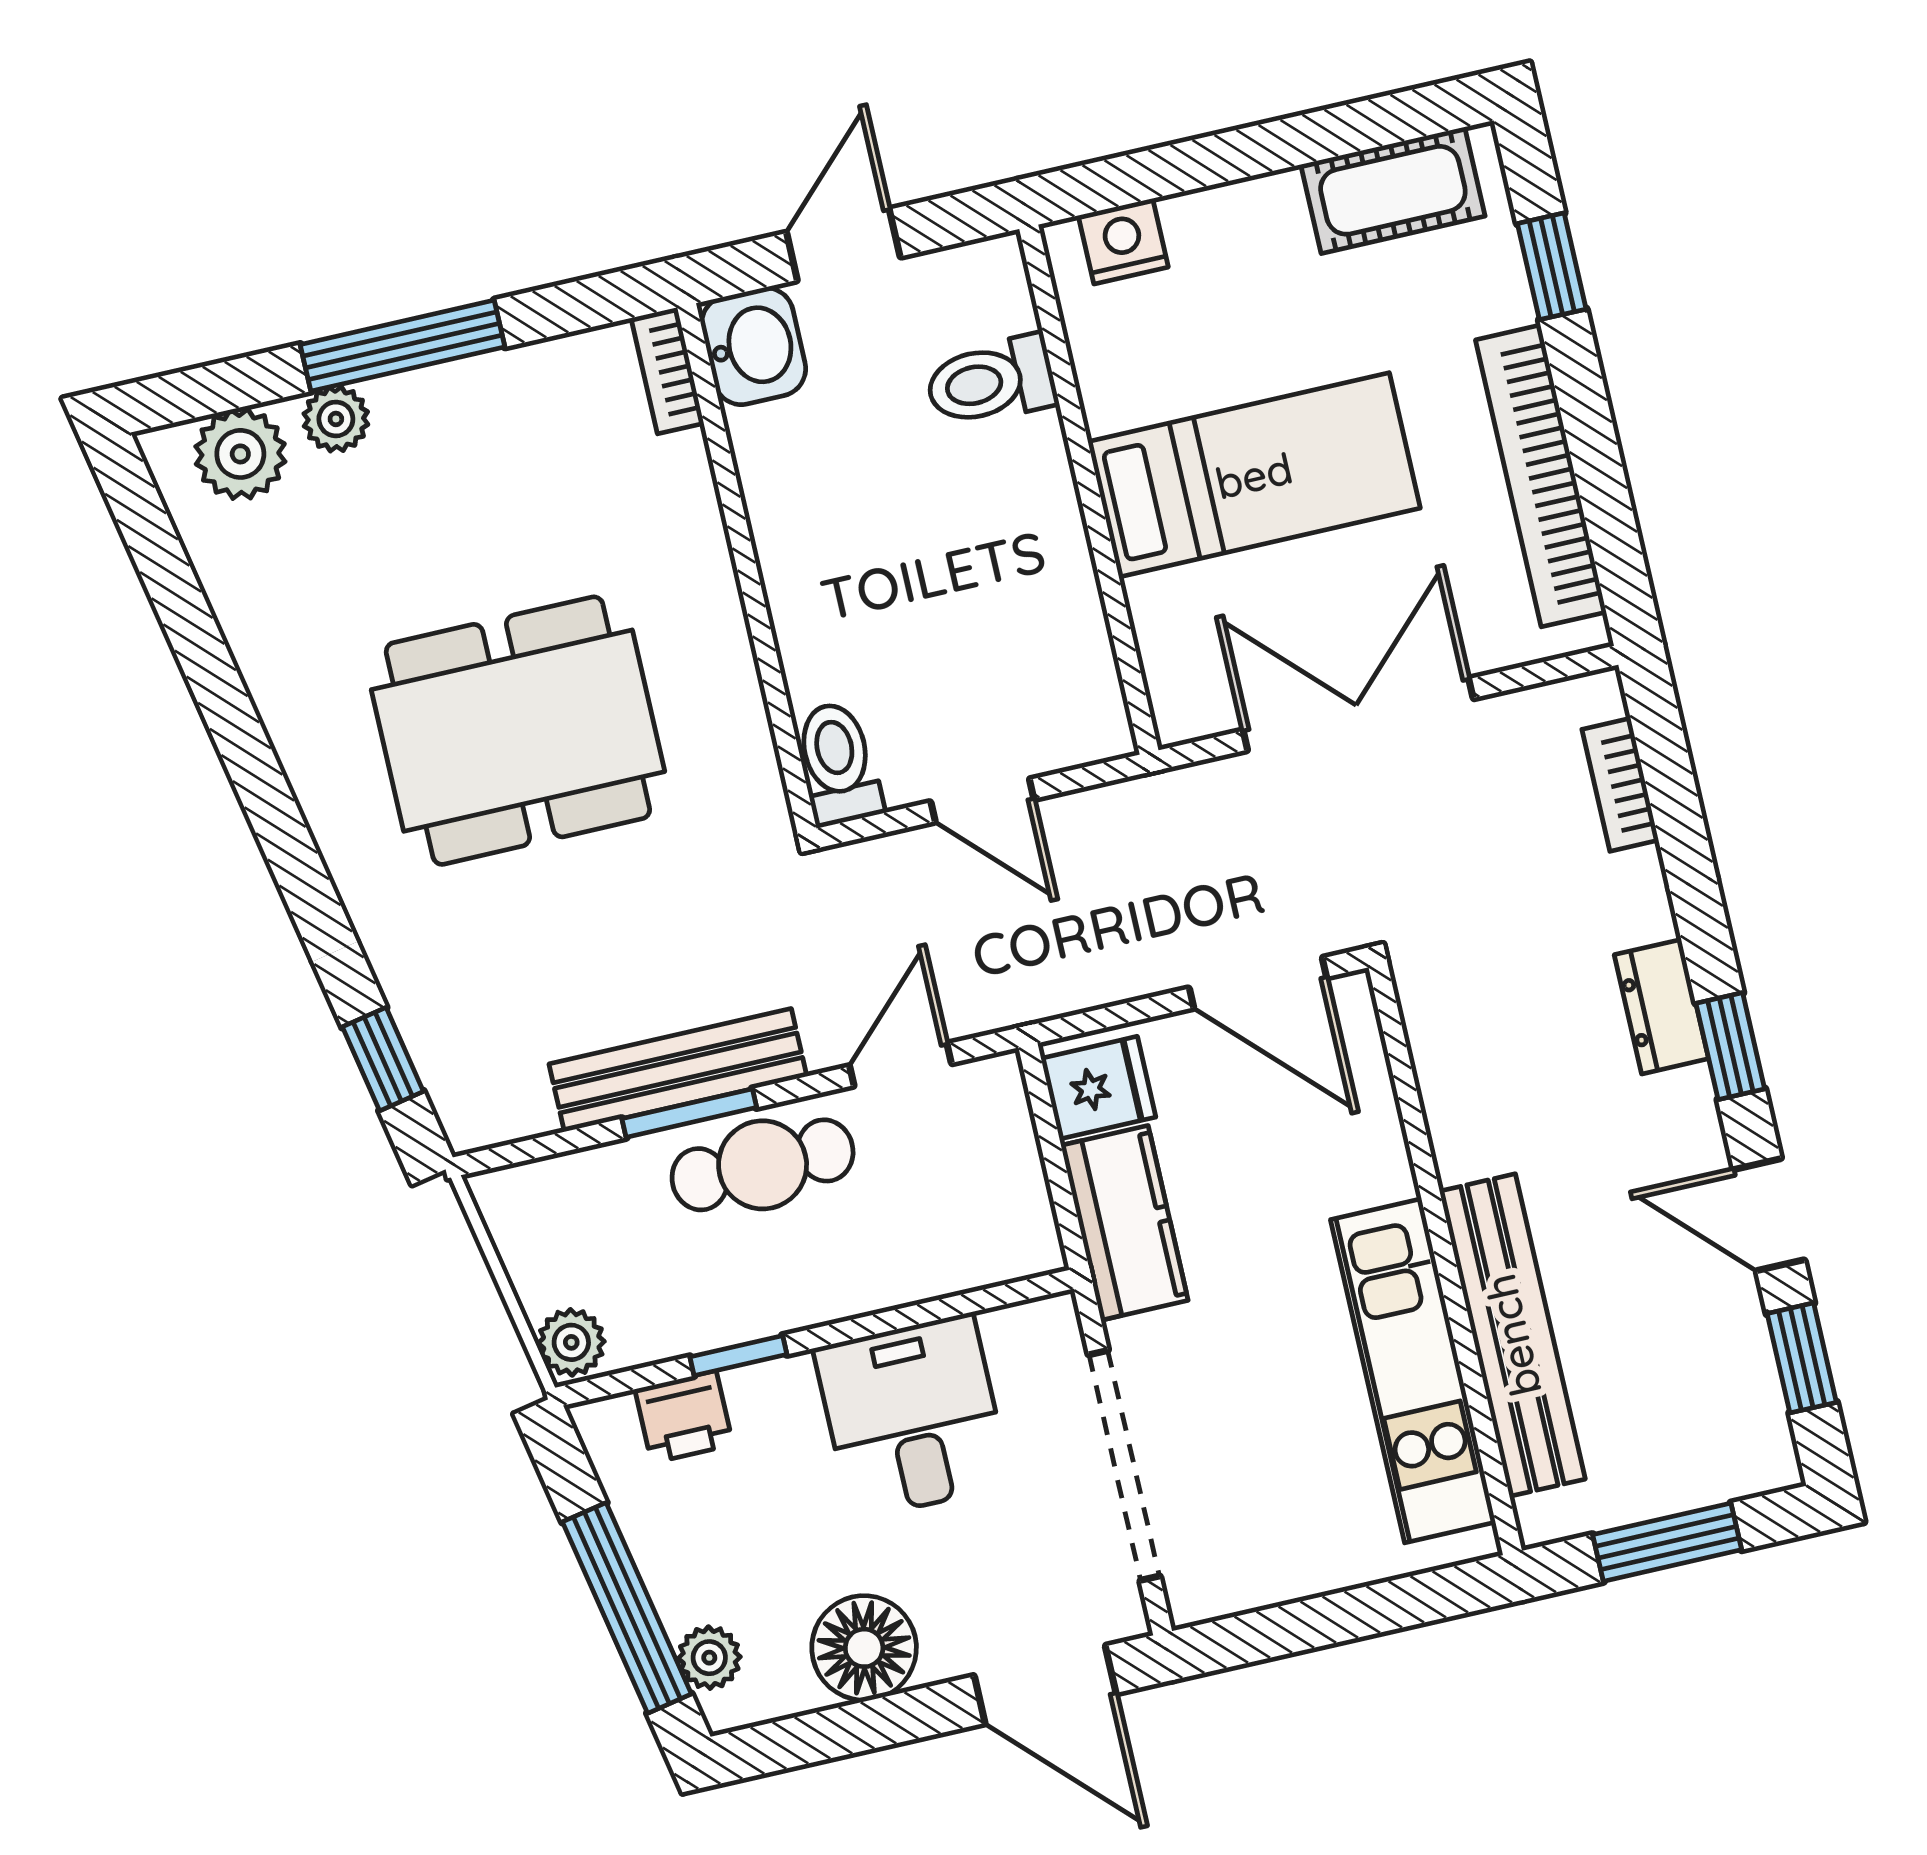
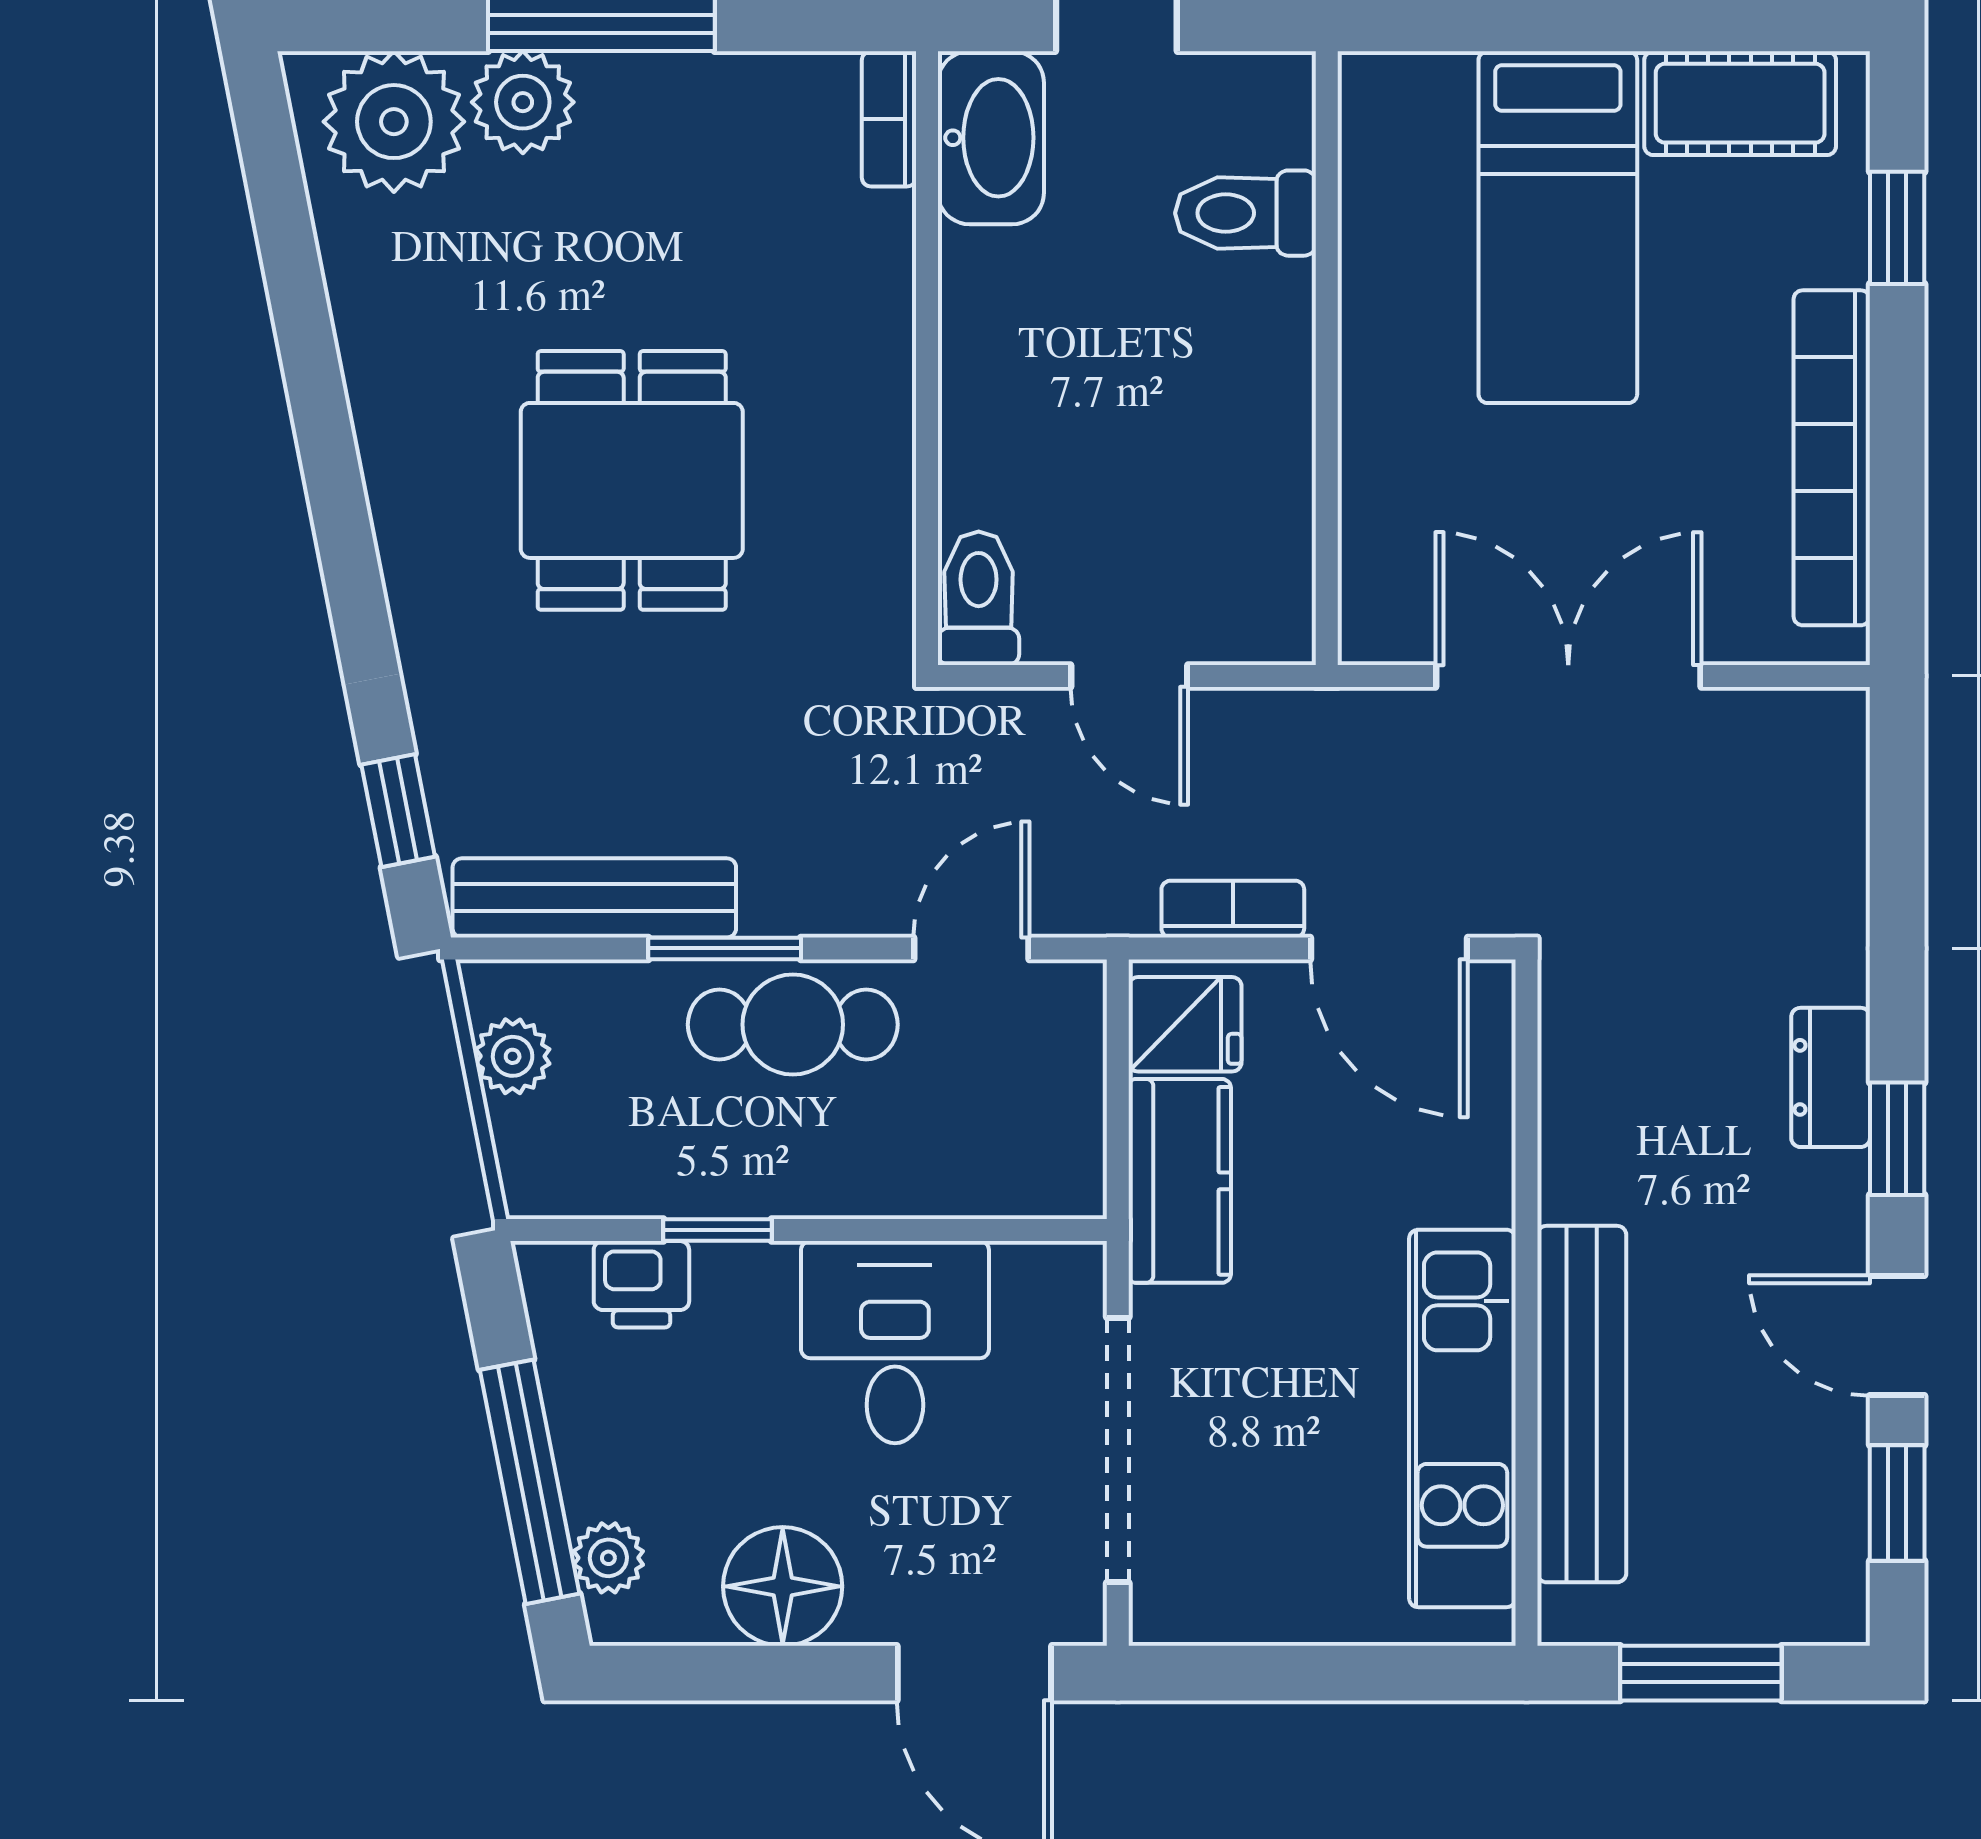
nightstand: (1123, 241) -> (1428, 91), removed
washbasin: (754, 346) -> (991, 138), width x1.38
plant: (336, 419) -> (523, 102), width x1.38, depth x1.38
plant: (240, 454) -> (394, 122), width x1.36, depth x1.36
bed: (1254, 475) -> (1558, 227), moved, turned 90
dining table: (518, 731) -> (632, 480), width x0.73
bookcase: (1620, 785) -> (1233, 909), moved, turned 90
bench: (678, 1070) -> (594, 898), moved
plant: (571, 1342) -> (513, 1056), moved

